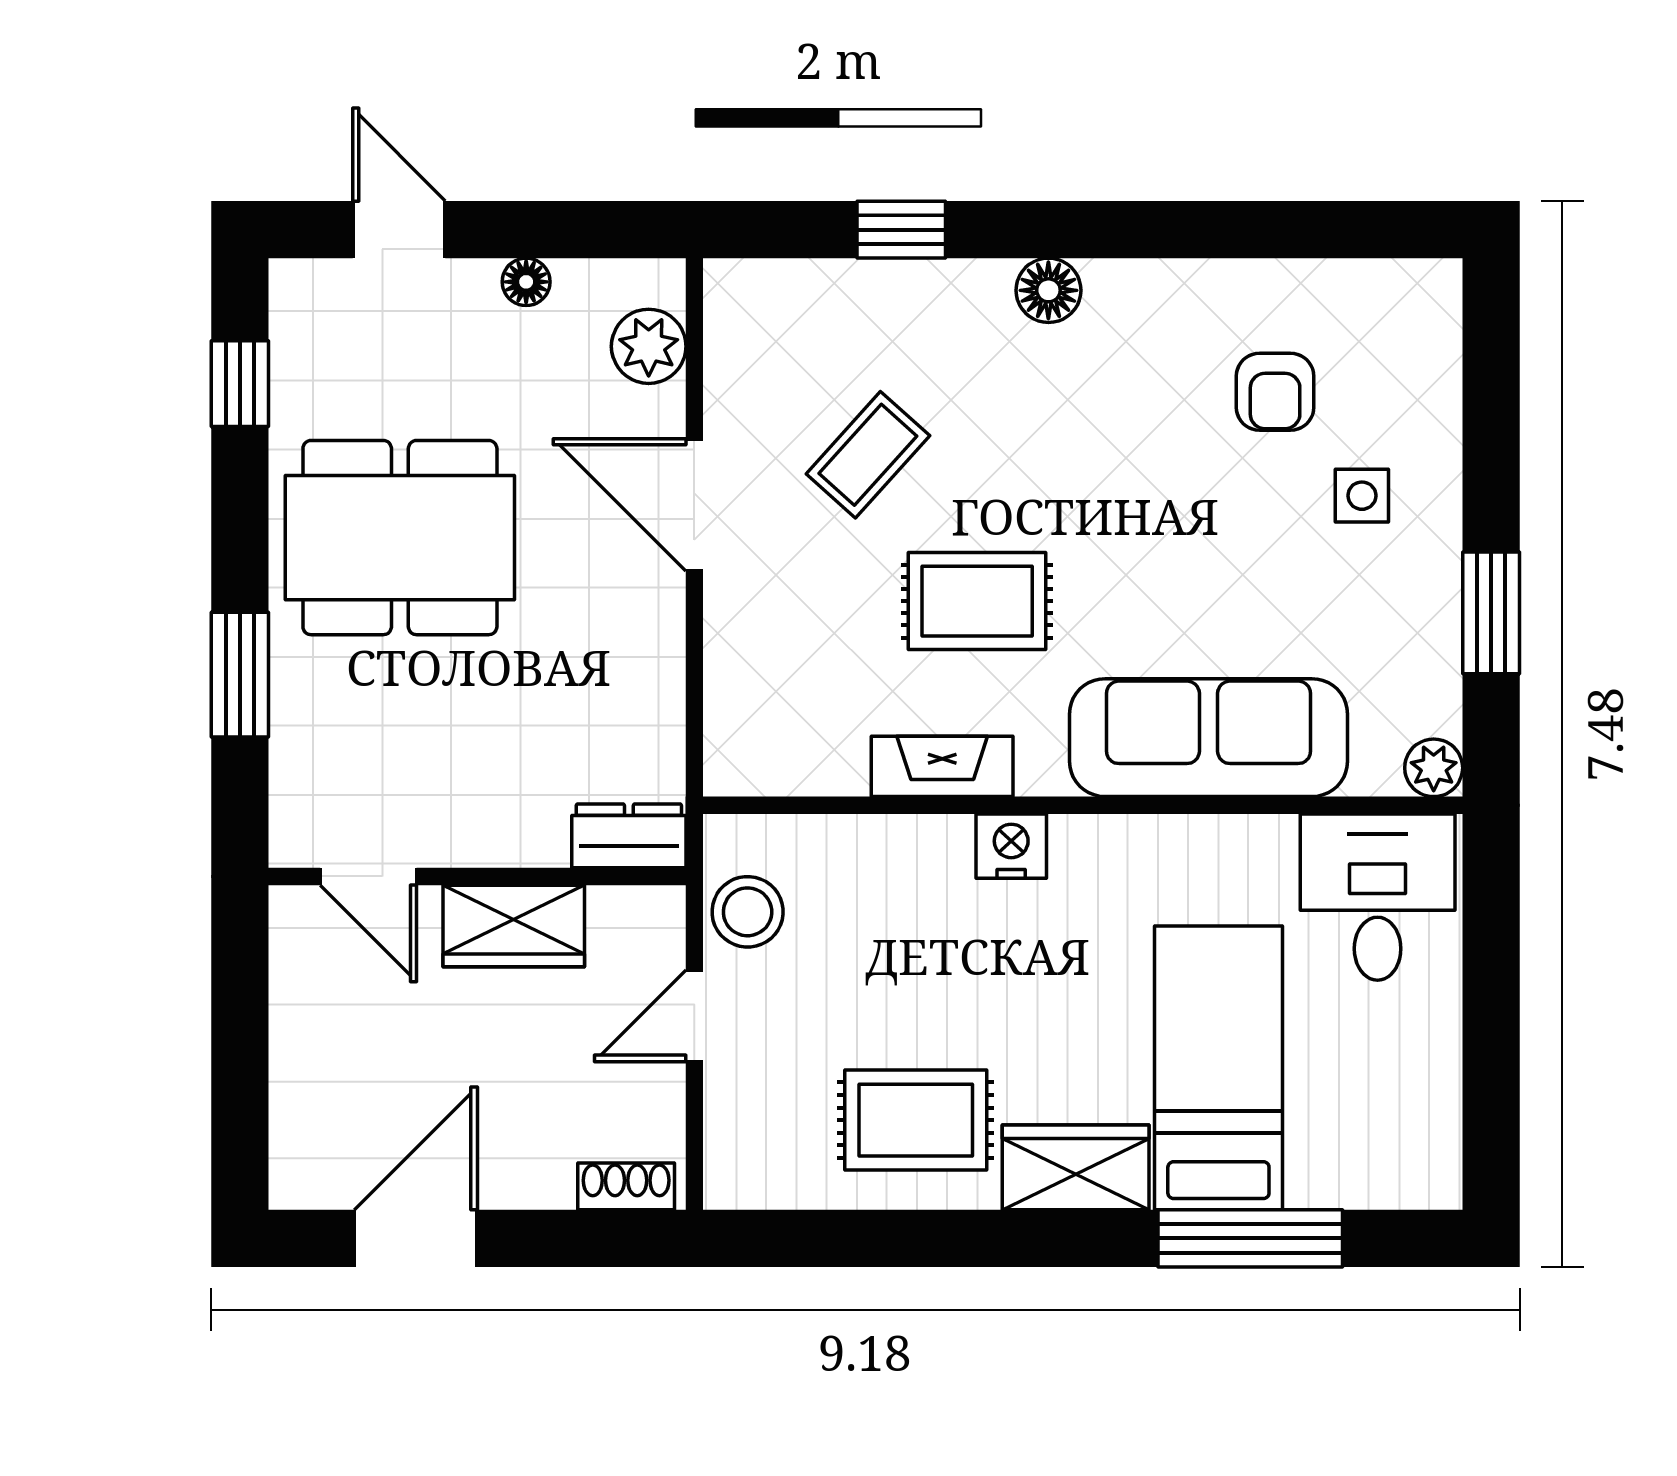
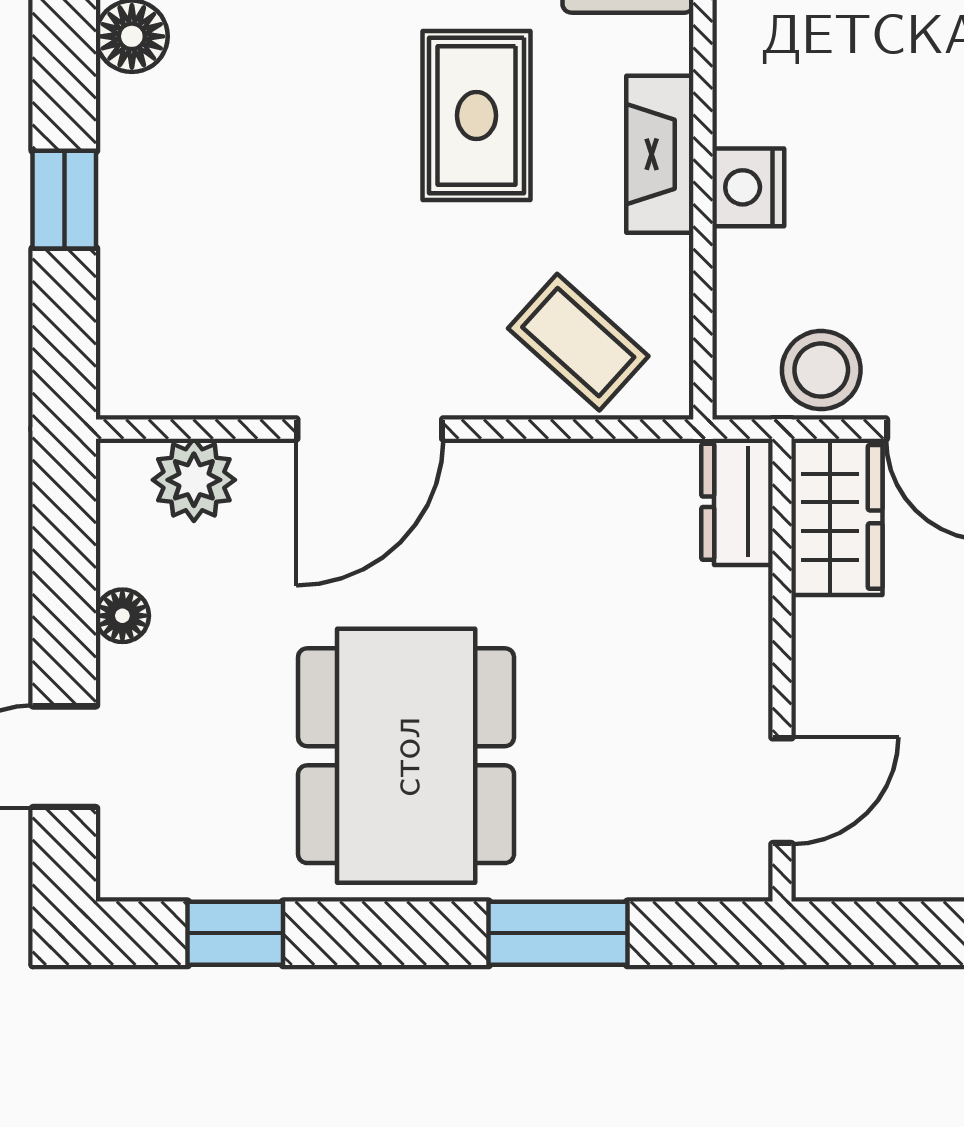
coffee table: (868, 455) -> (578, 342), moved
nightstand: (1011, 846) -> (748, 187), moved
wardrobe: (514, 926) -> (837, 517), moved

